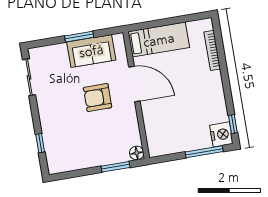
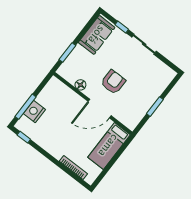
sofa: (91, 51) -> (97, 35), moved, turned 180
sliding door: (29, 77) -> (144, 44), moved
nightstand: (221, 134) -> (34, 112), moved, turned 90
floor lamp: (137, 153) -> (80, 85), moved

